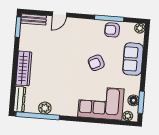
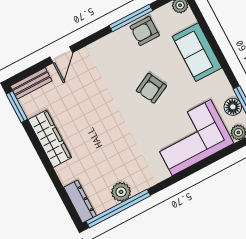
wardrobe: (24, 68) -> (50, 139), moved

